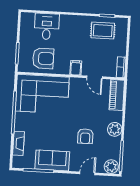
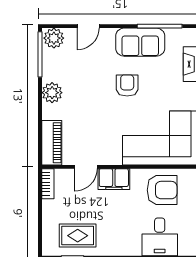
armchair: (43, 58) -> (162, 190), turned 180
filing cabinet: (76, 68) -> (114, 179), width x2.00
door: (94, 77) -> (86, 167), swing flipped
armchair: (85, 136) -> (127, 85), moved

